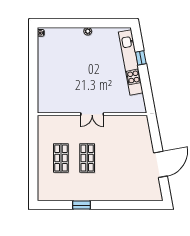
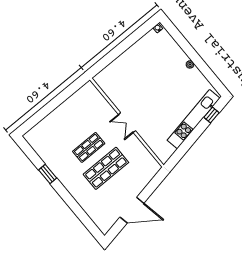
window: (141, 58) -> (212, 115), moved
shop shelf: (61, 158) -> (106, 168), moved, width x1.43, depth x1.36

